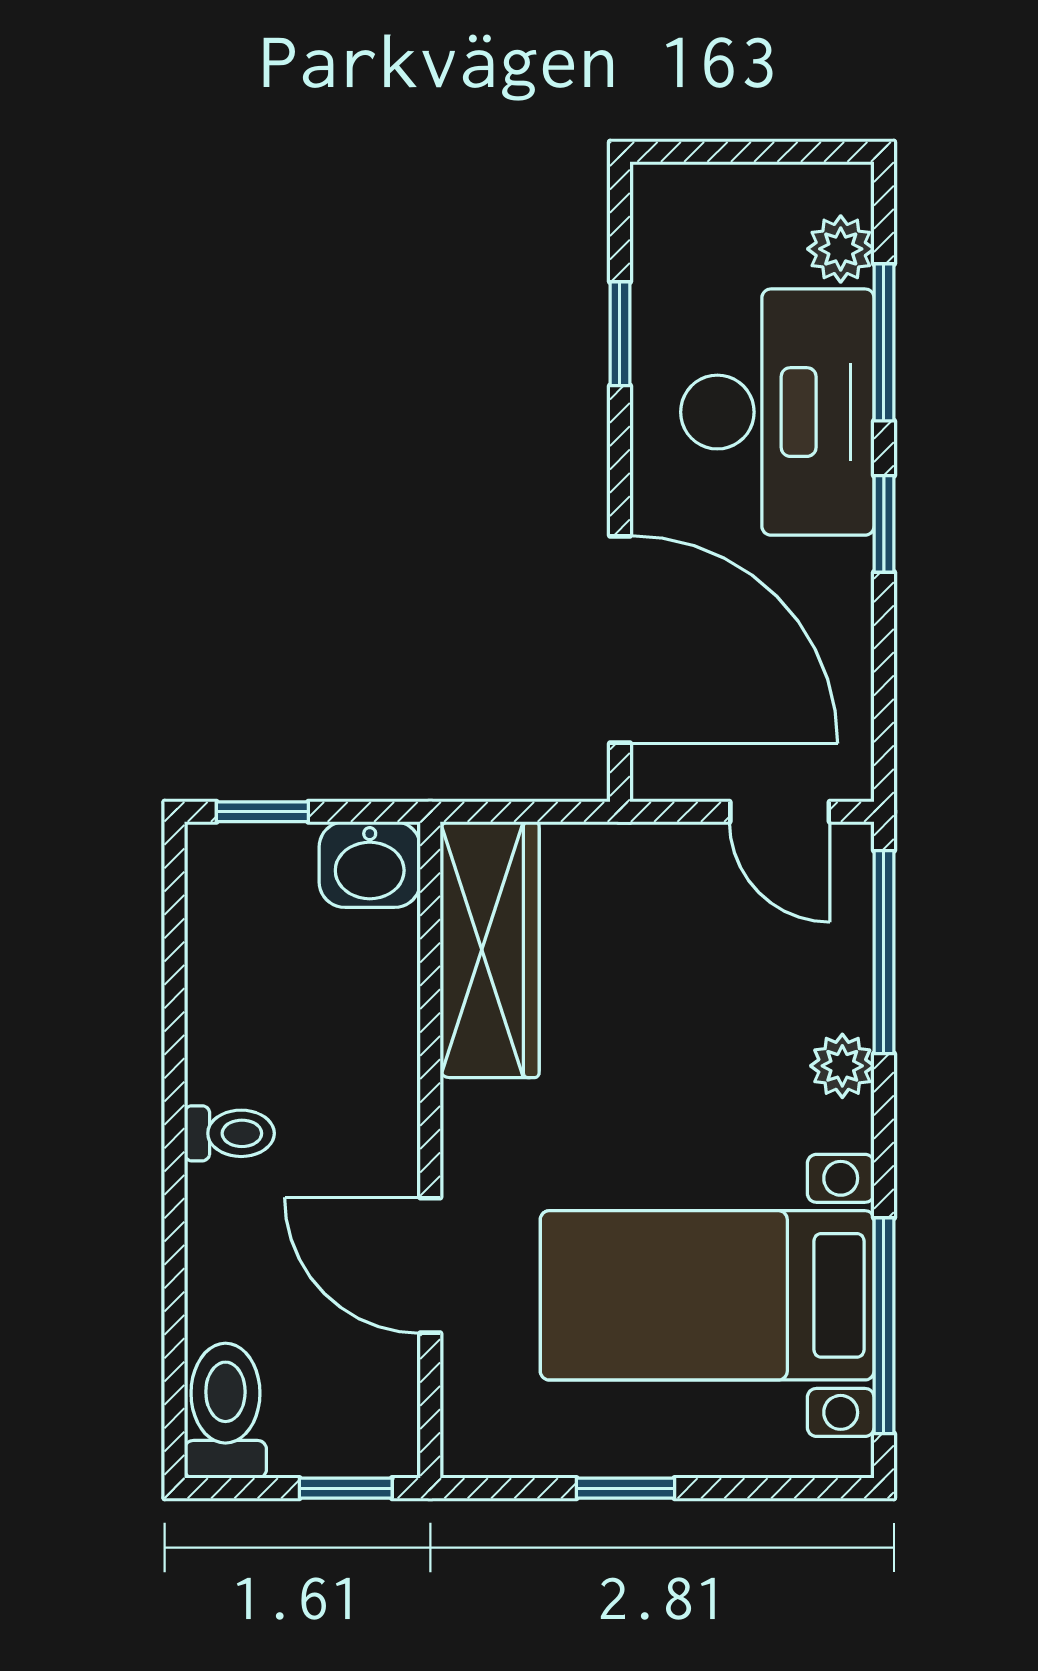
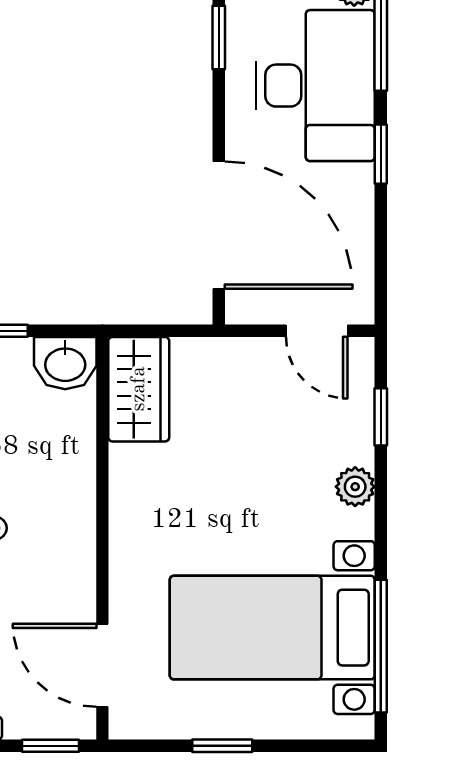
wardrobe: (490, 950) -> (139, 389), width x0.67
window: (884, 952) -> (381, 417), width x0.46
door: (430, 1265) -> (102, 665), moved

